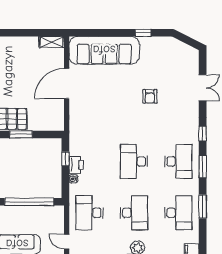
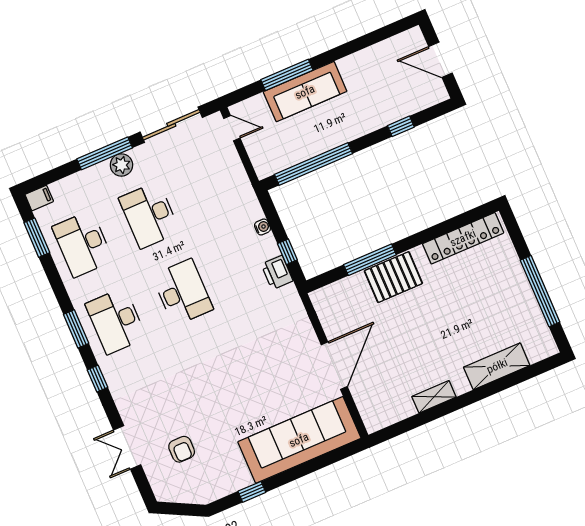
shelving: (52, 42) -> (434, 397), moved
armchair: (150, 96) -> (182, 449), moved, turned 180
window: (21, 134) -> (370, 260), width x1.44
printer: (76, 165) -> (277, 272), moved
window: (203, 207) -> (37, 238), moved
desk: (90, 213) -> (216, 186), removed

